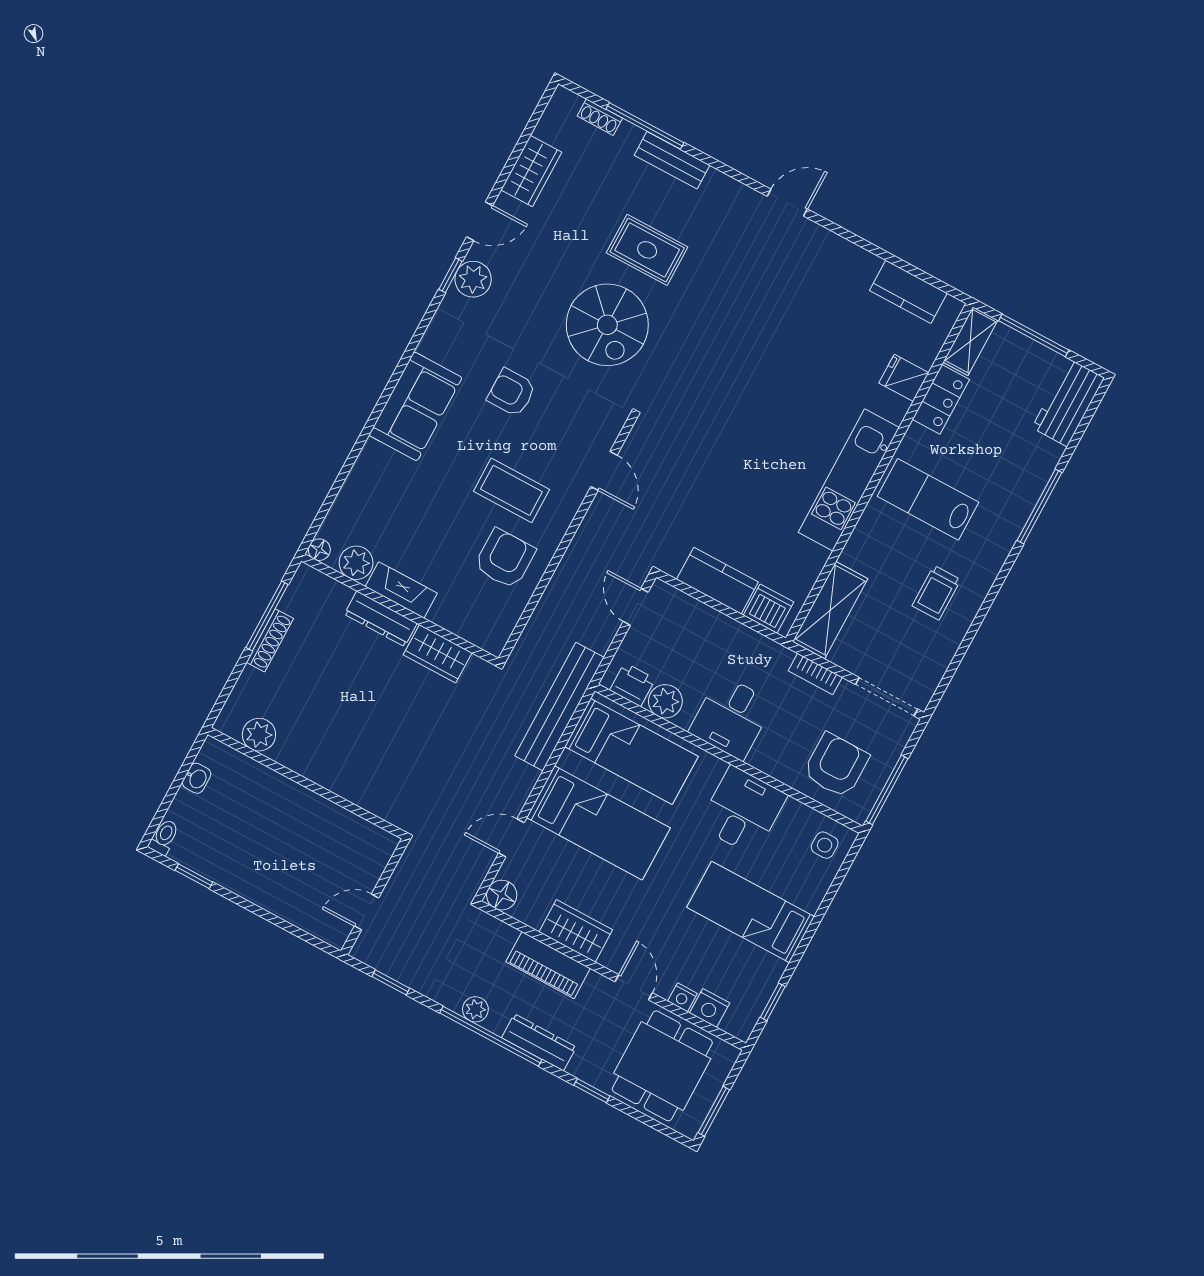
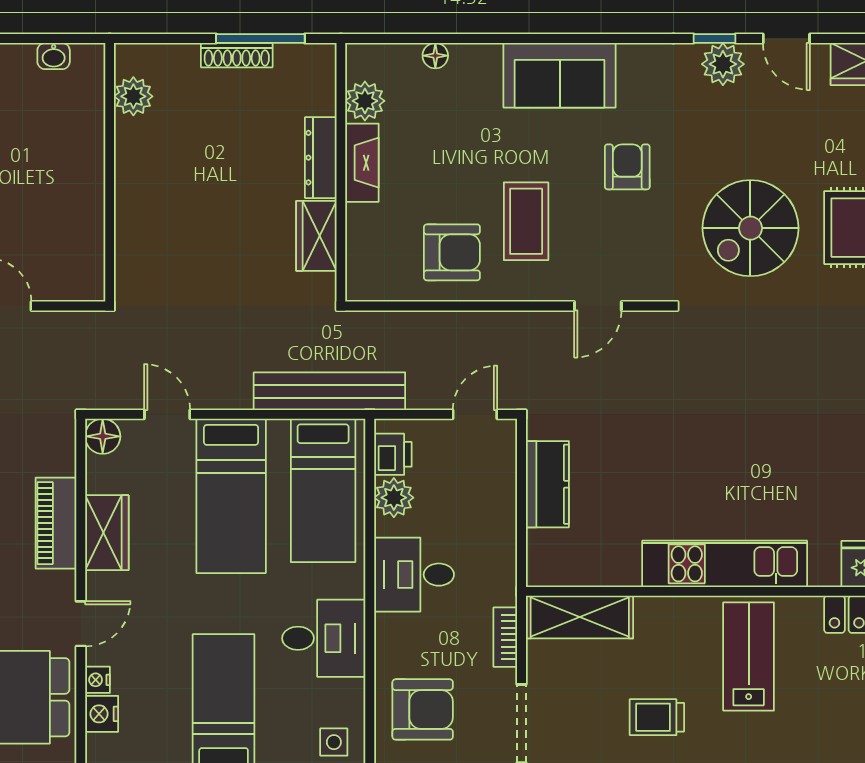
floor lamp: (319, 550) -> (435, 56), moved
dishwasher: (769, 609) -> (547, 553), removed

